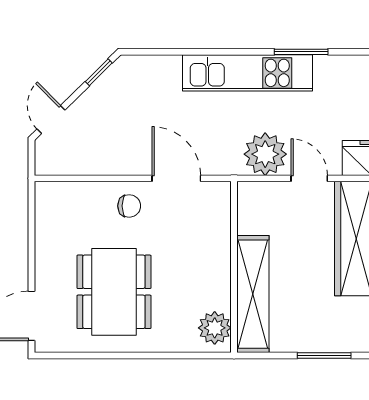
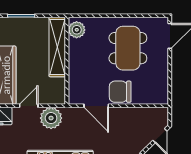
door: (309, 178) -> (29, 106), swing flipped
chair: (129, 206) -> (120, 92), width x1.87, depth x1.87

